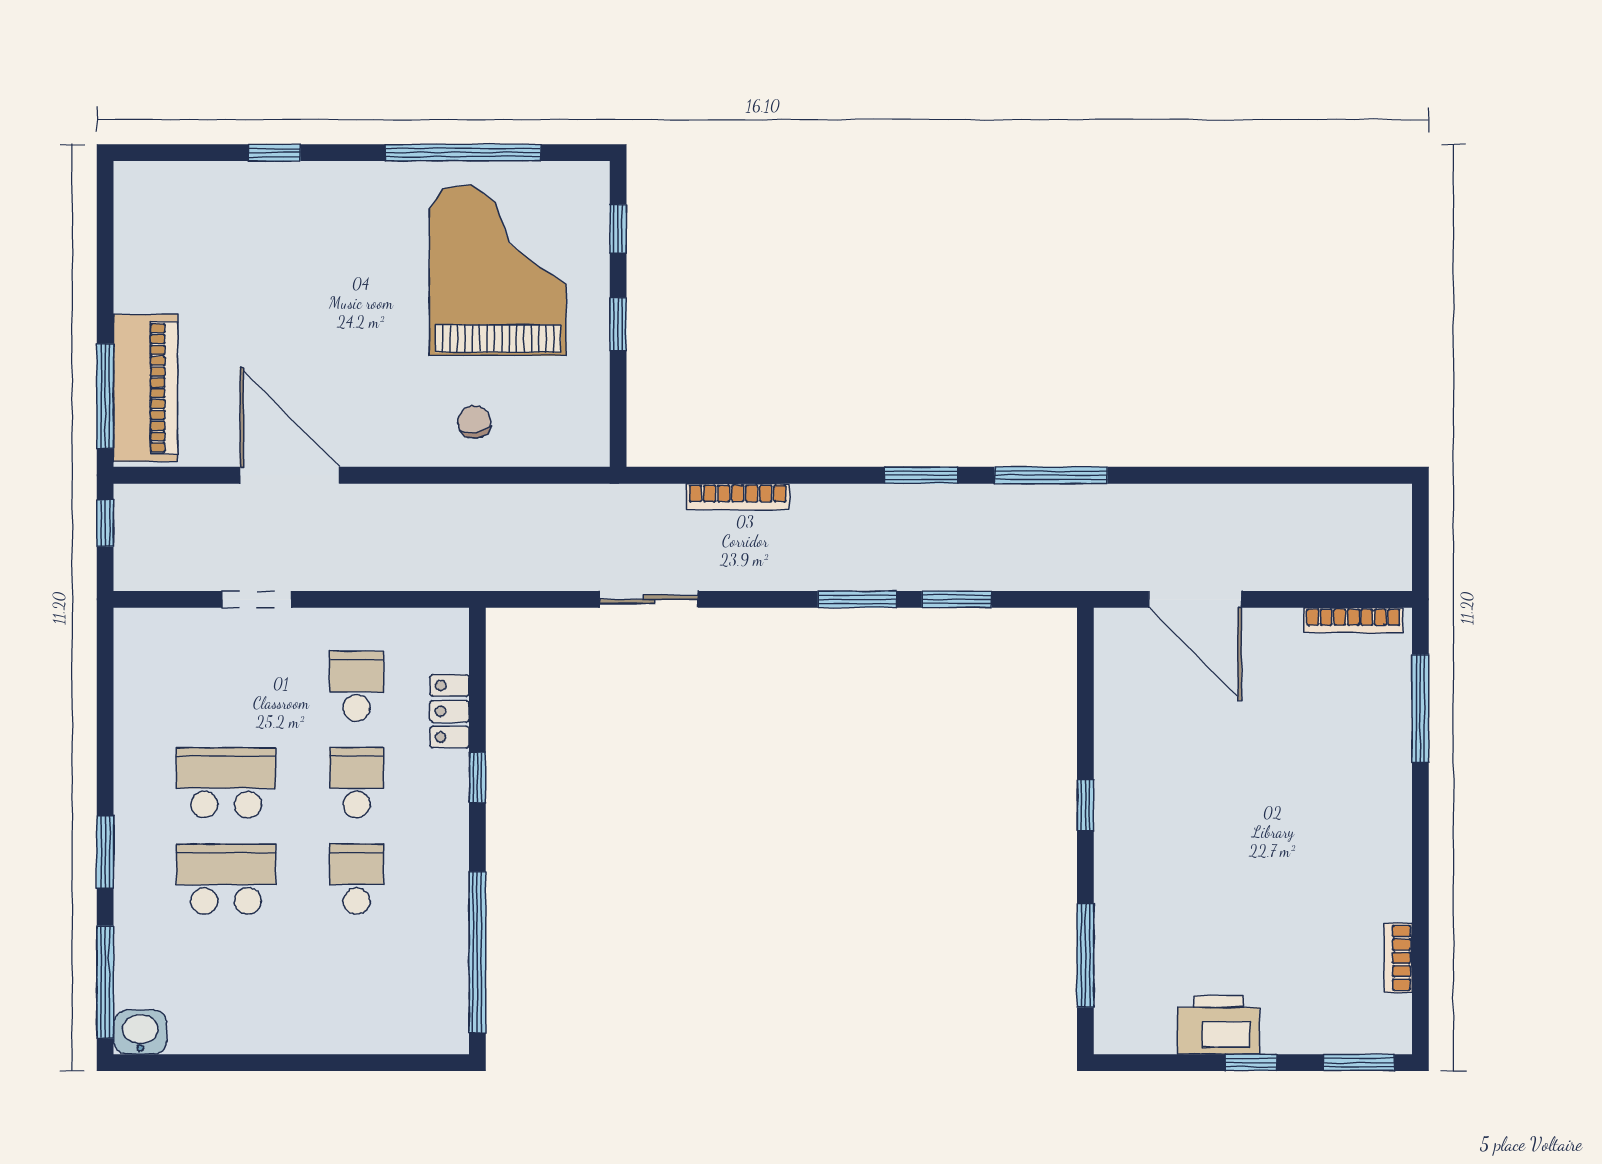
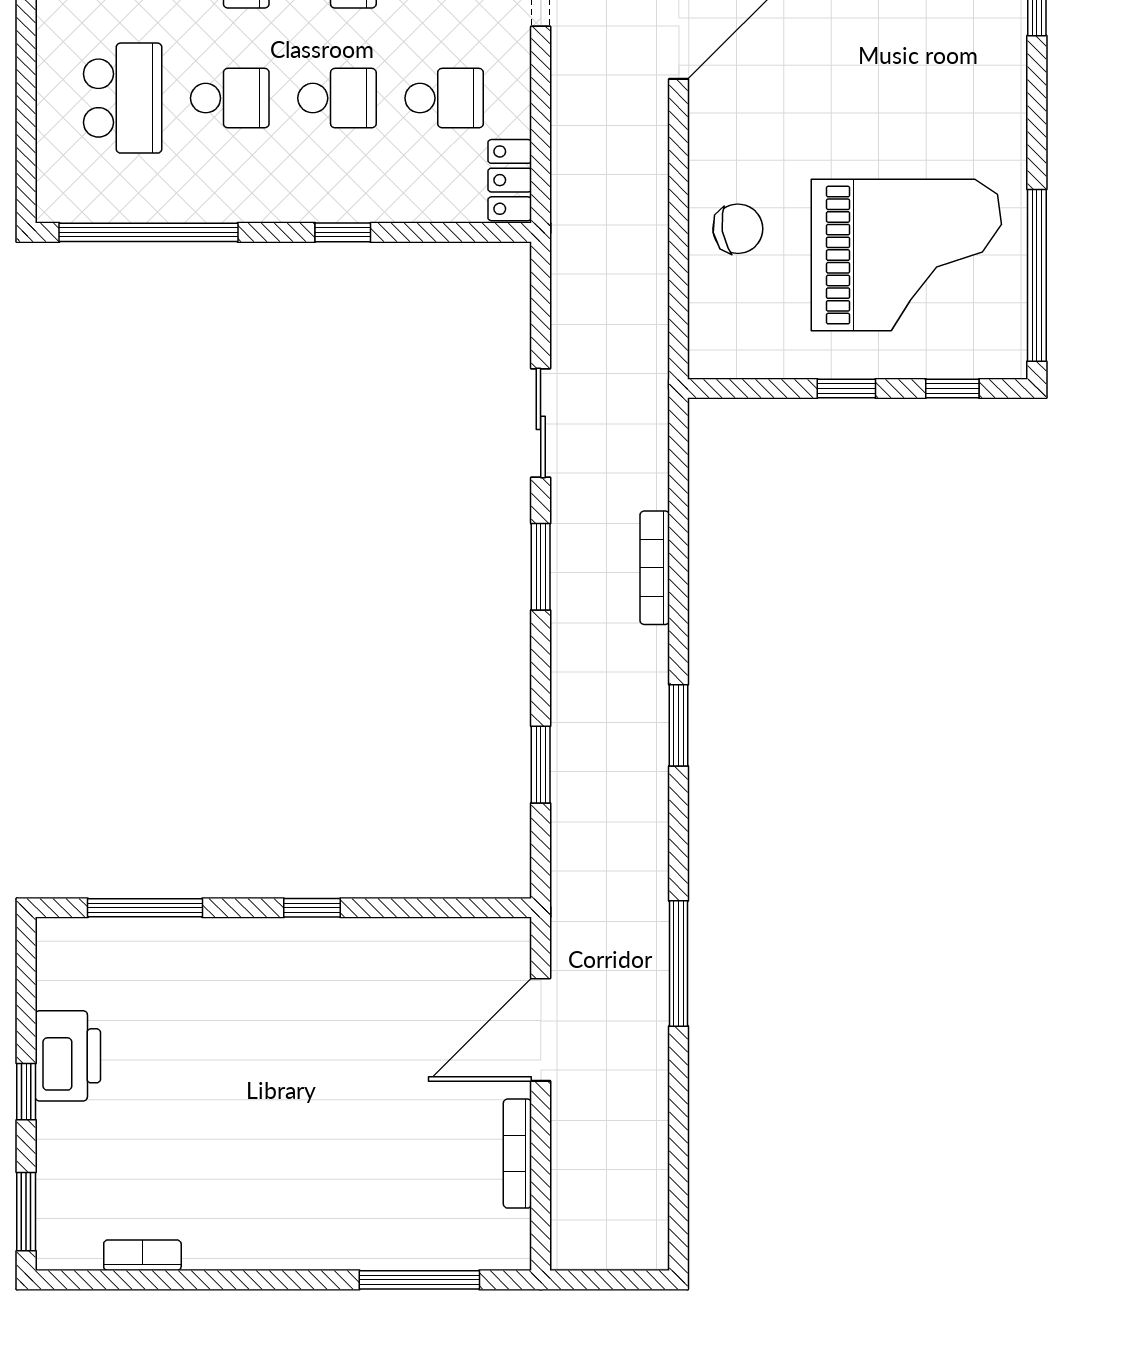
window: (463, 153) -> (1037, 275), moved
chair: (474, 422) -> (738, 229), width x1.37, depth x1.37
window: (1051, 475) -> (679, 963), moved
bookcase: (738, 497) -> (655, 568), moved
window: (857, 599) -> (541, 567), moved
bookcase: (1353, 620) -> (517, 1154), moved
locker: (450, 711) -> (510, 180), moved, turned -90
school desk: (357, 976) -> (123, 98), added

